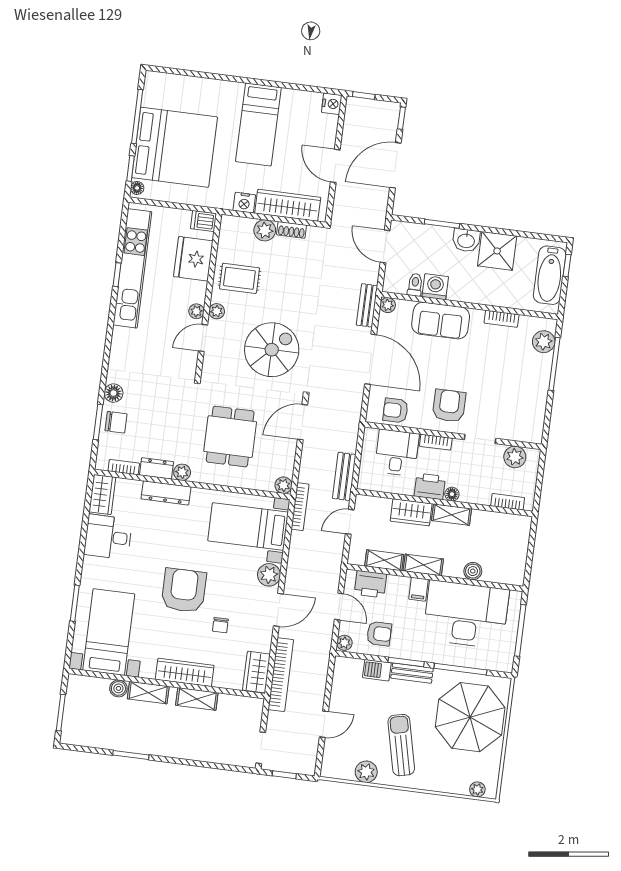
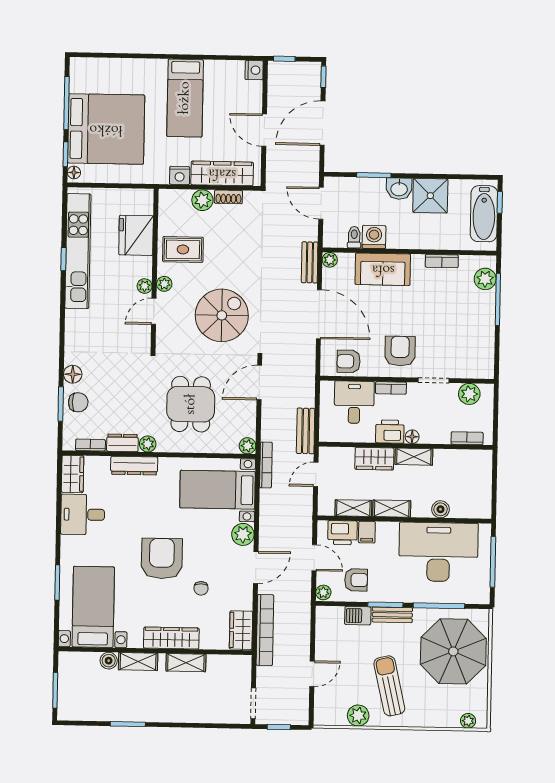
dishwasher: (204, 221) -> (142, 198), removed
filing cabinet: (419, 589) -> (367, 532), moved

